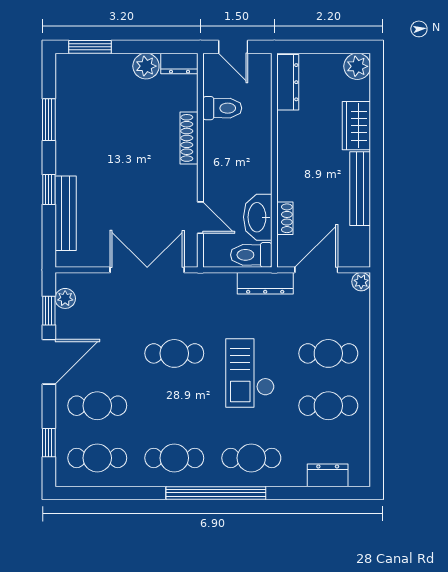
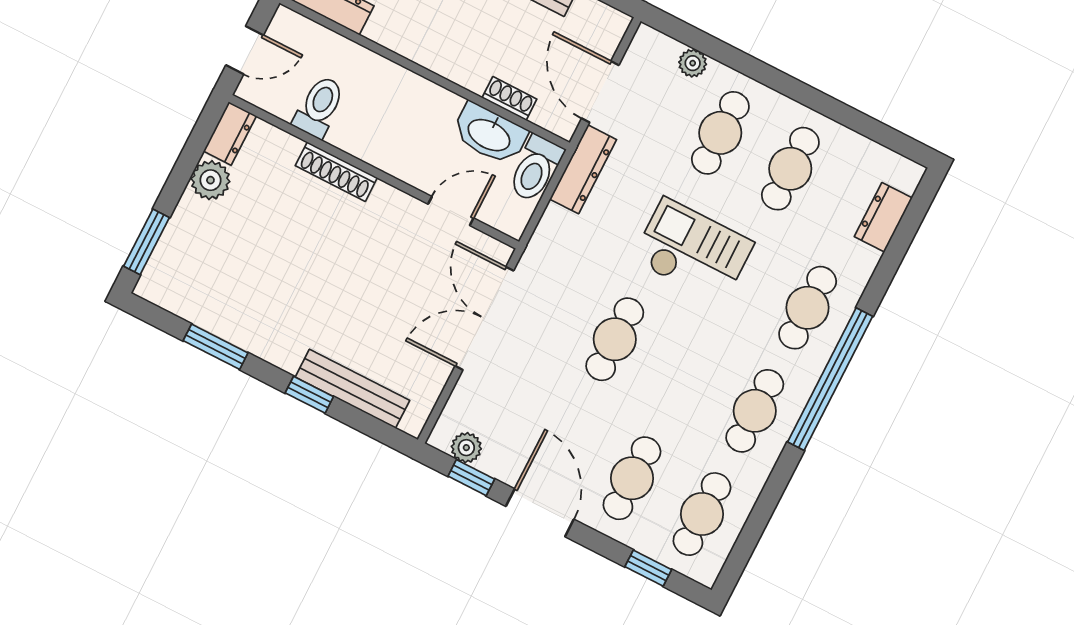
plant: (361, 282) -> (693, 63), moved
checkout: (250, 373) -> (693, 251), turned 180

